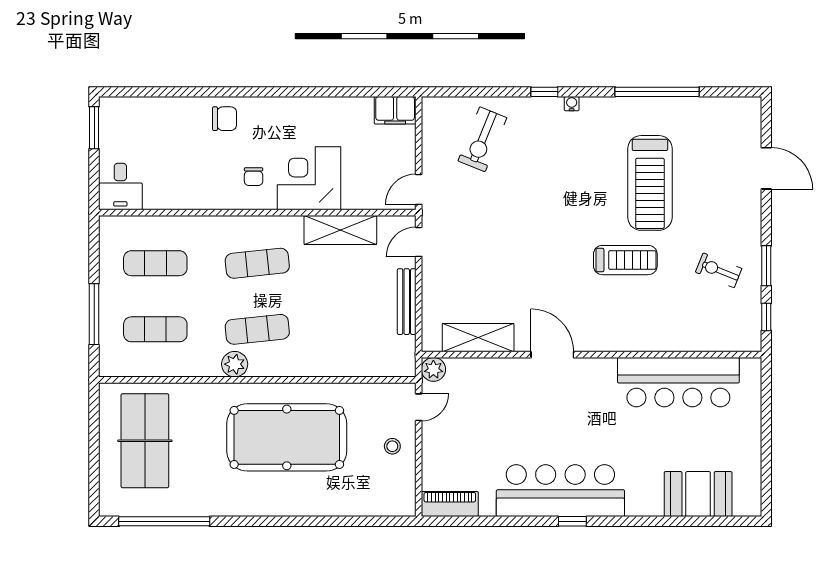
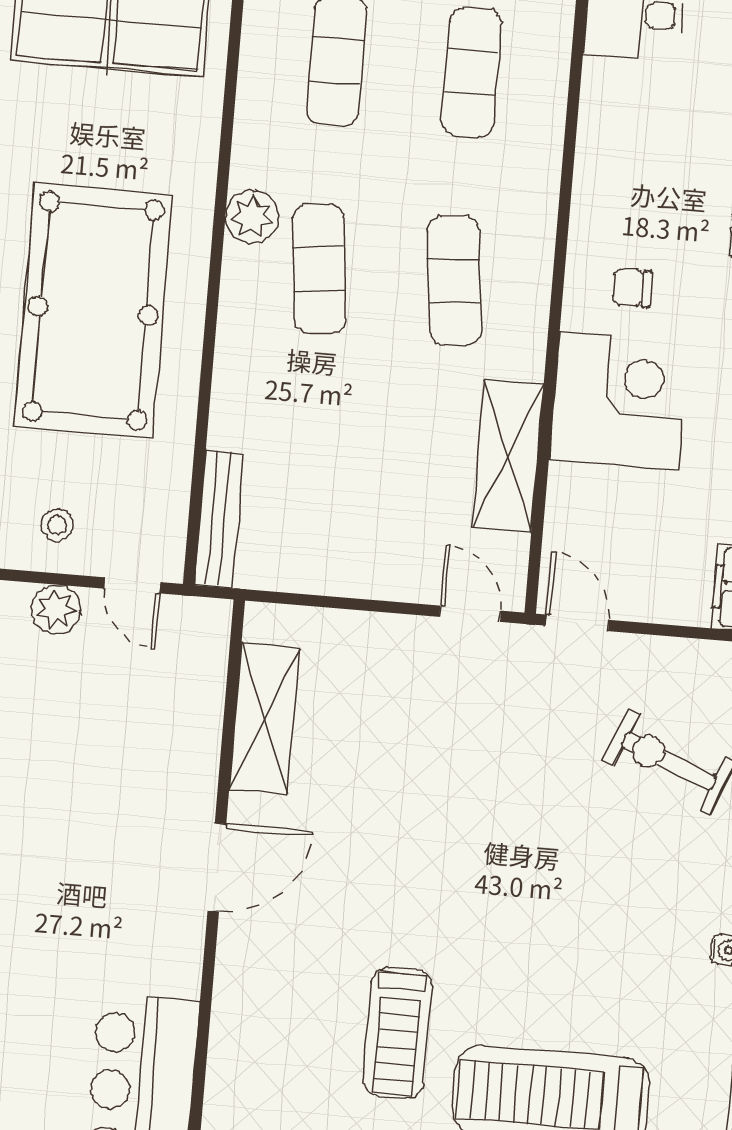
bench: (407, 302) -> (219, 519), moved, turned 90
plant: (433, 369) -> (56, 609), moved

